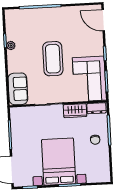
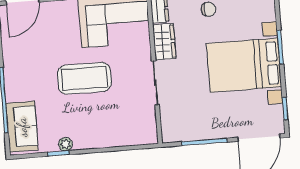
sofa: (18, 89) -> (22, 127), moved, turned 90

